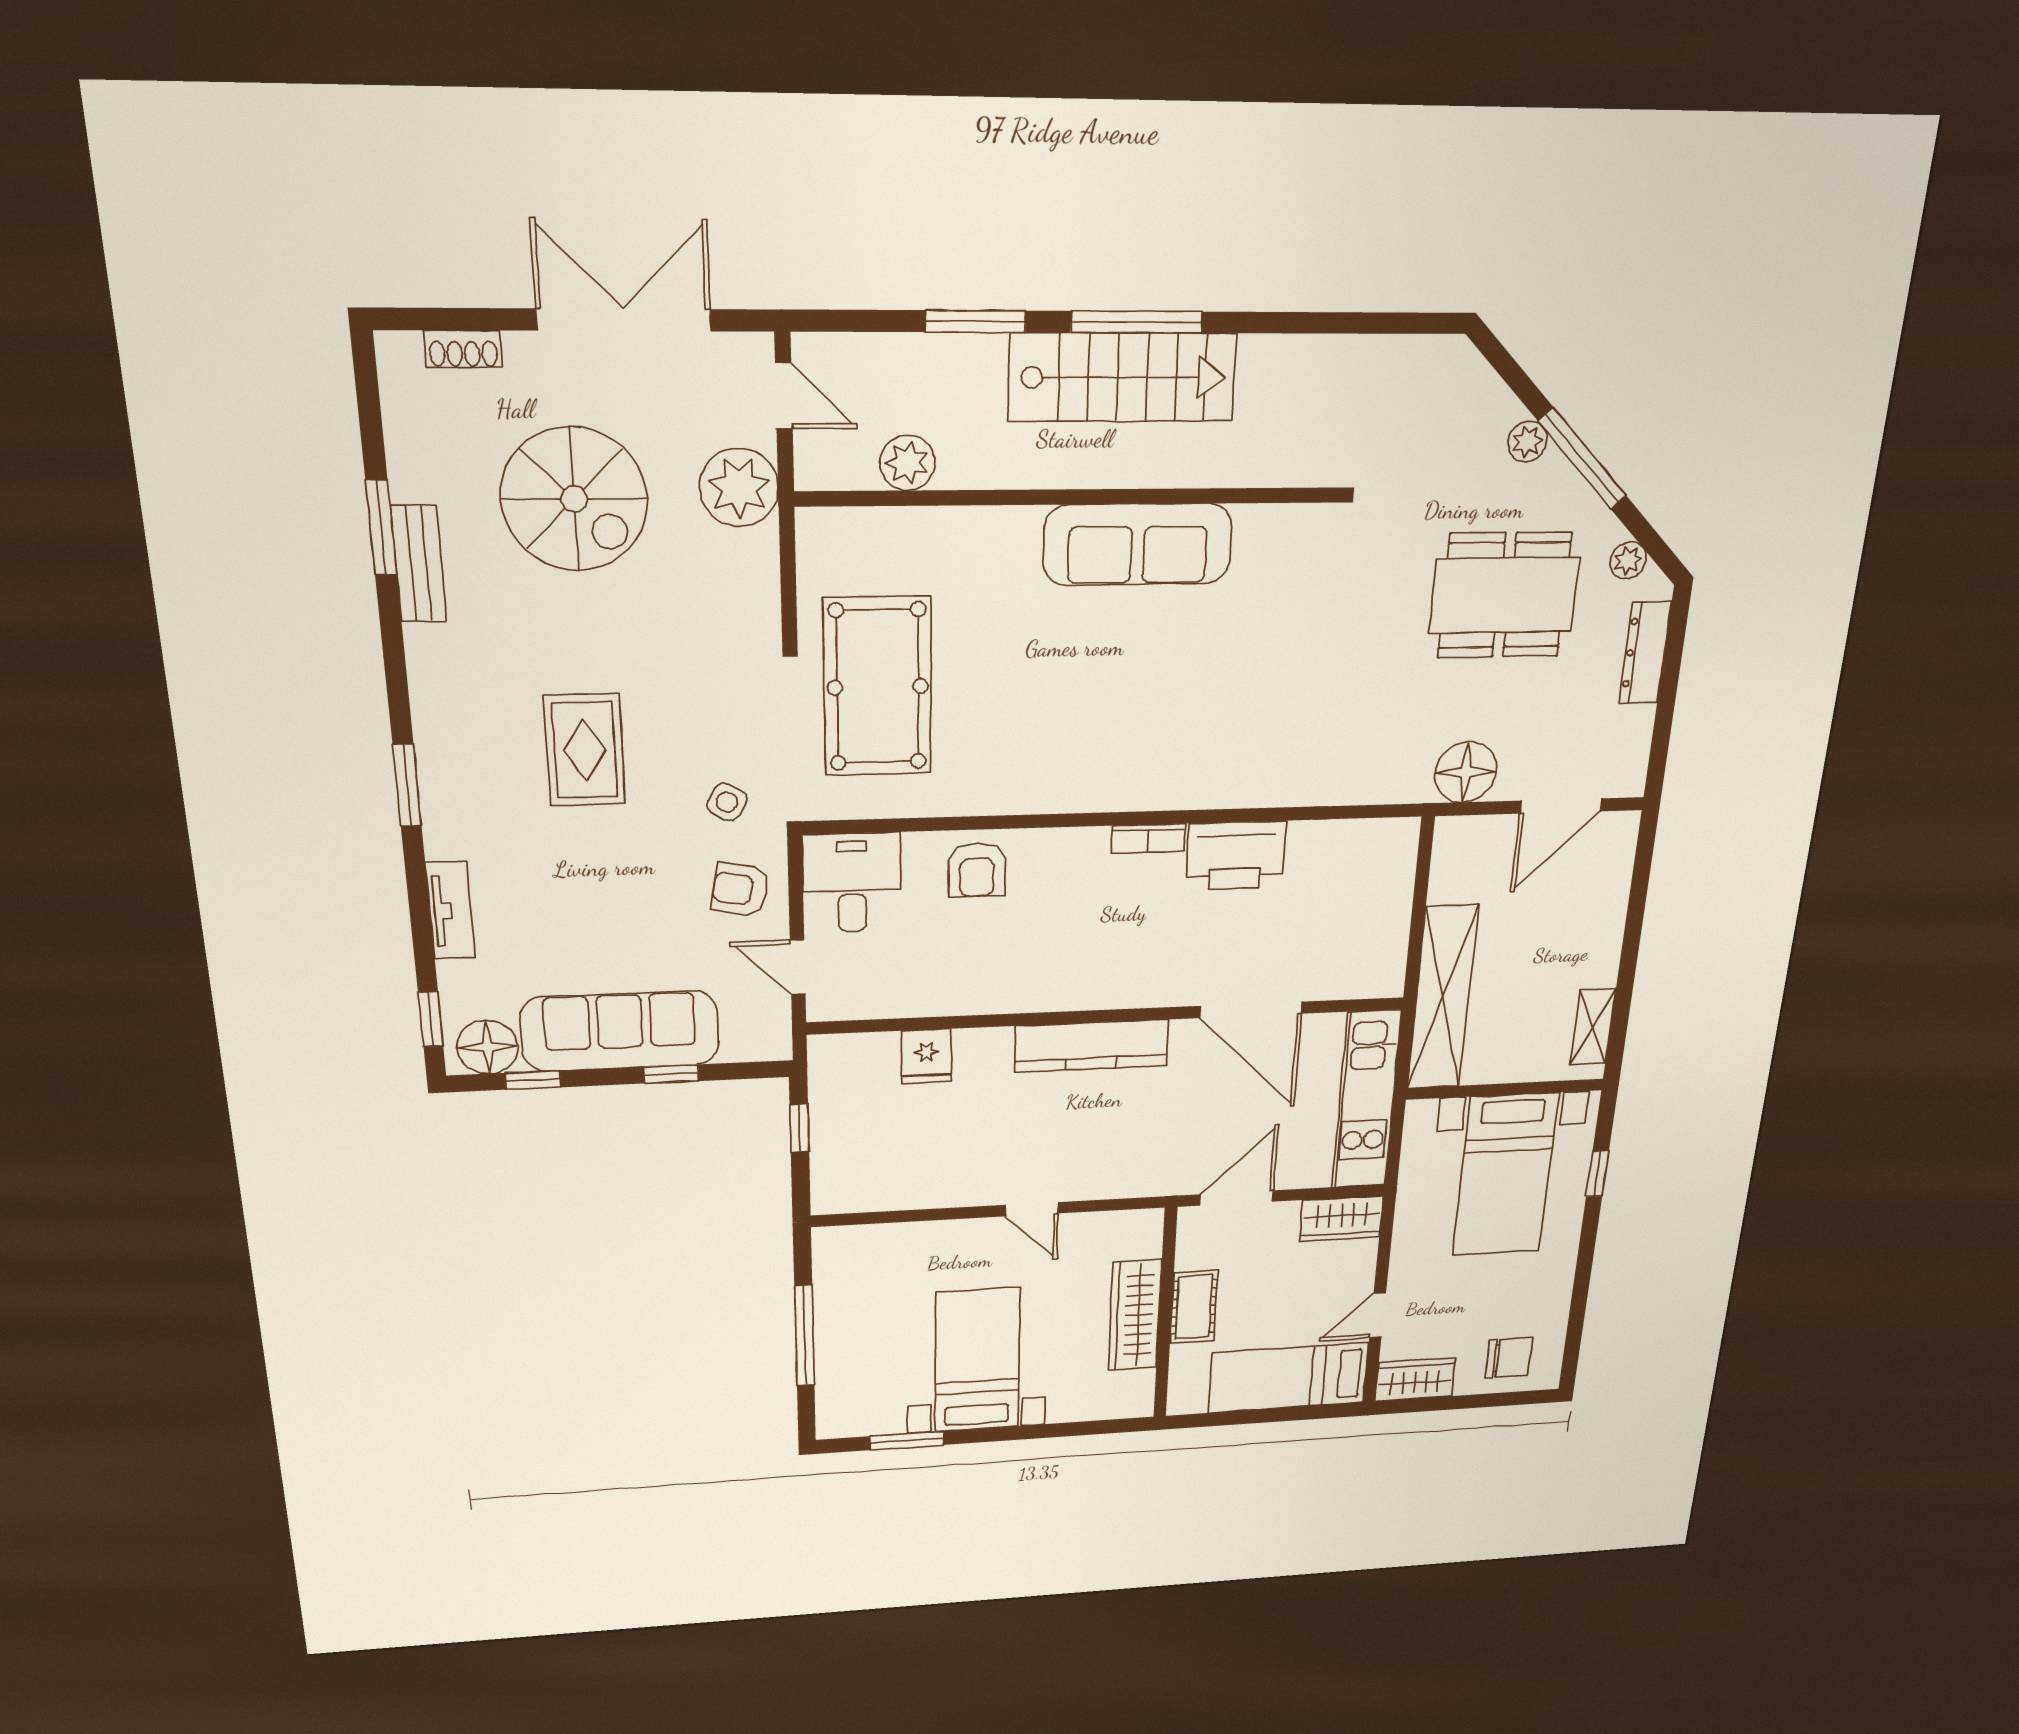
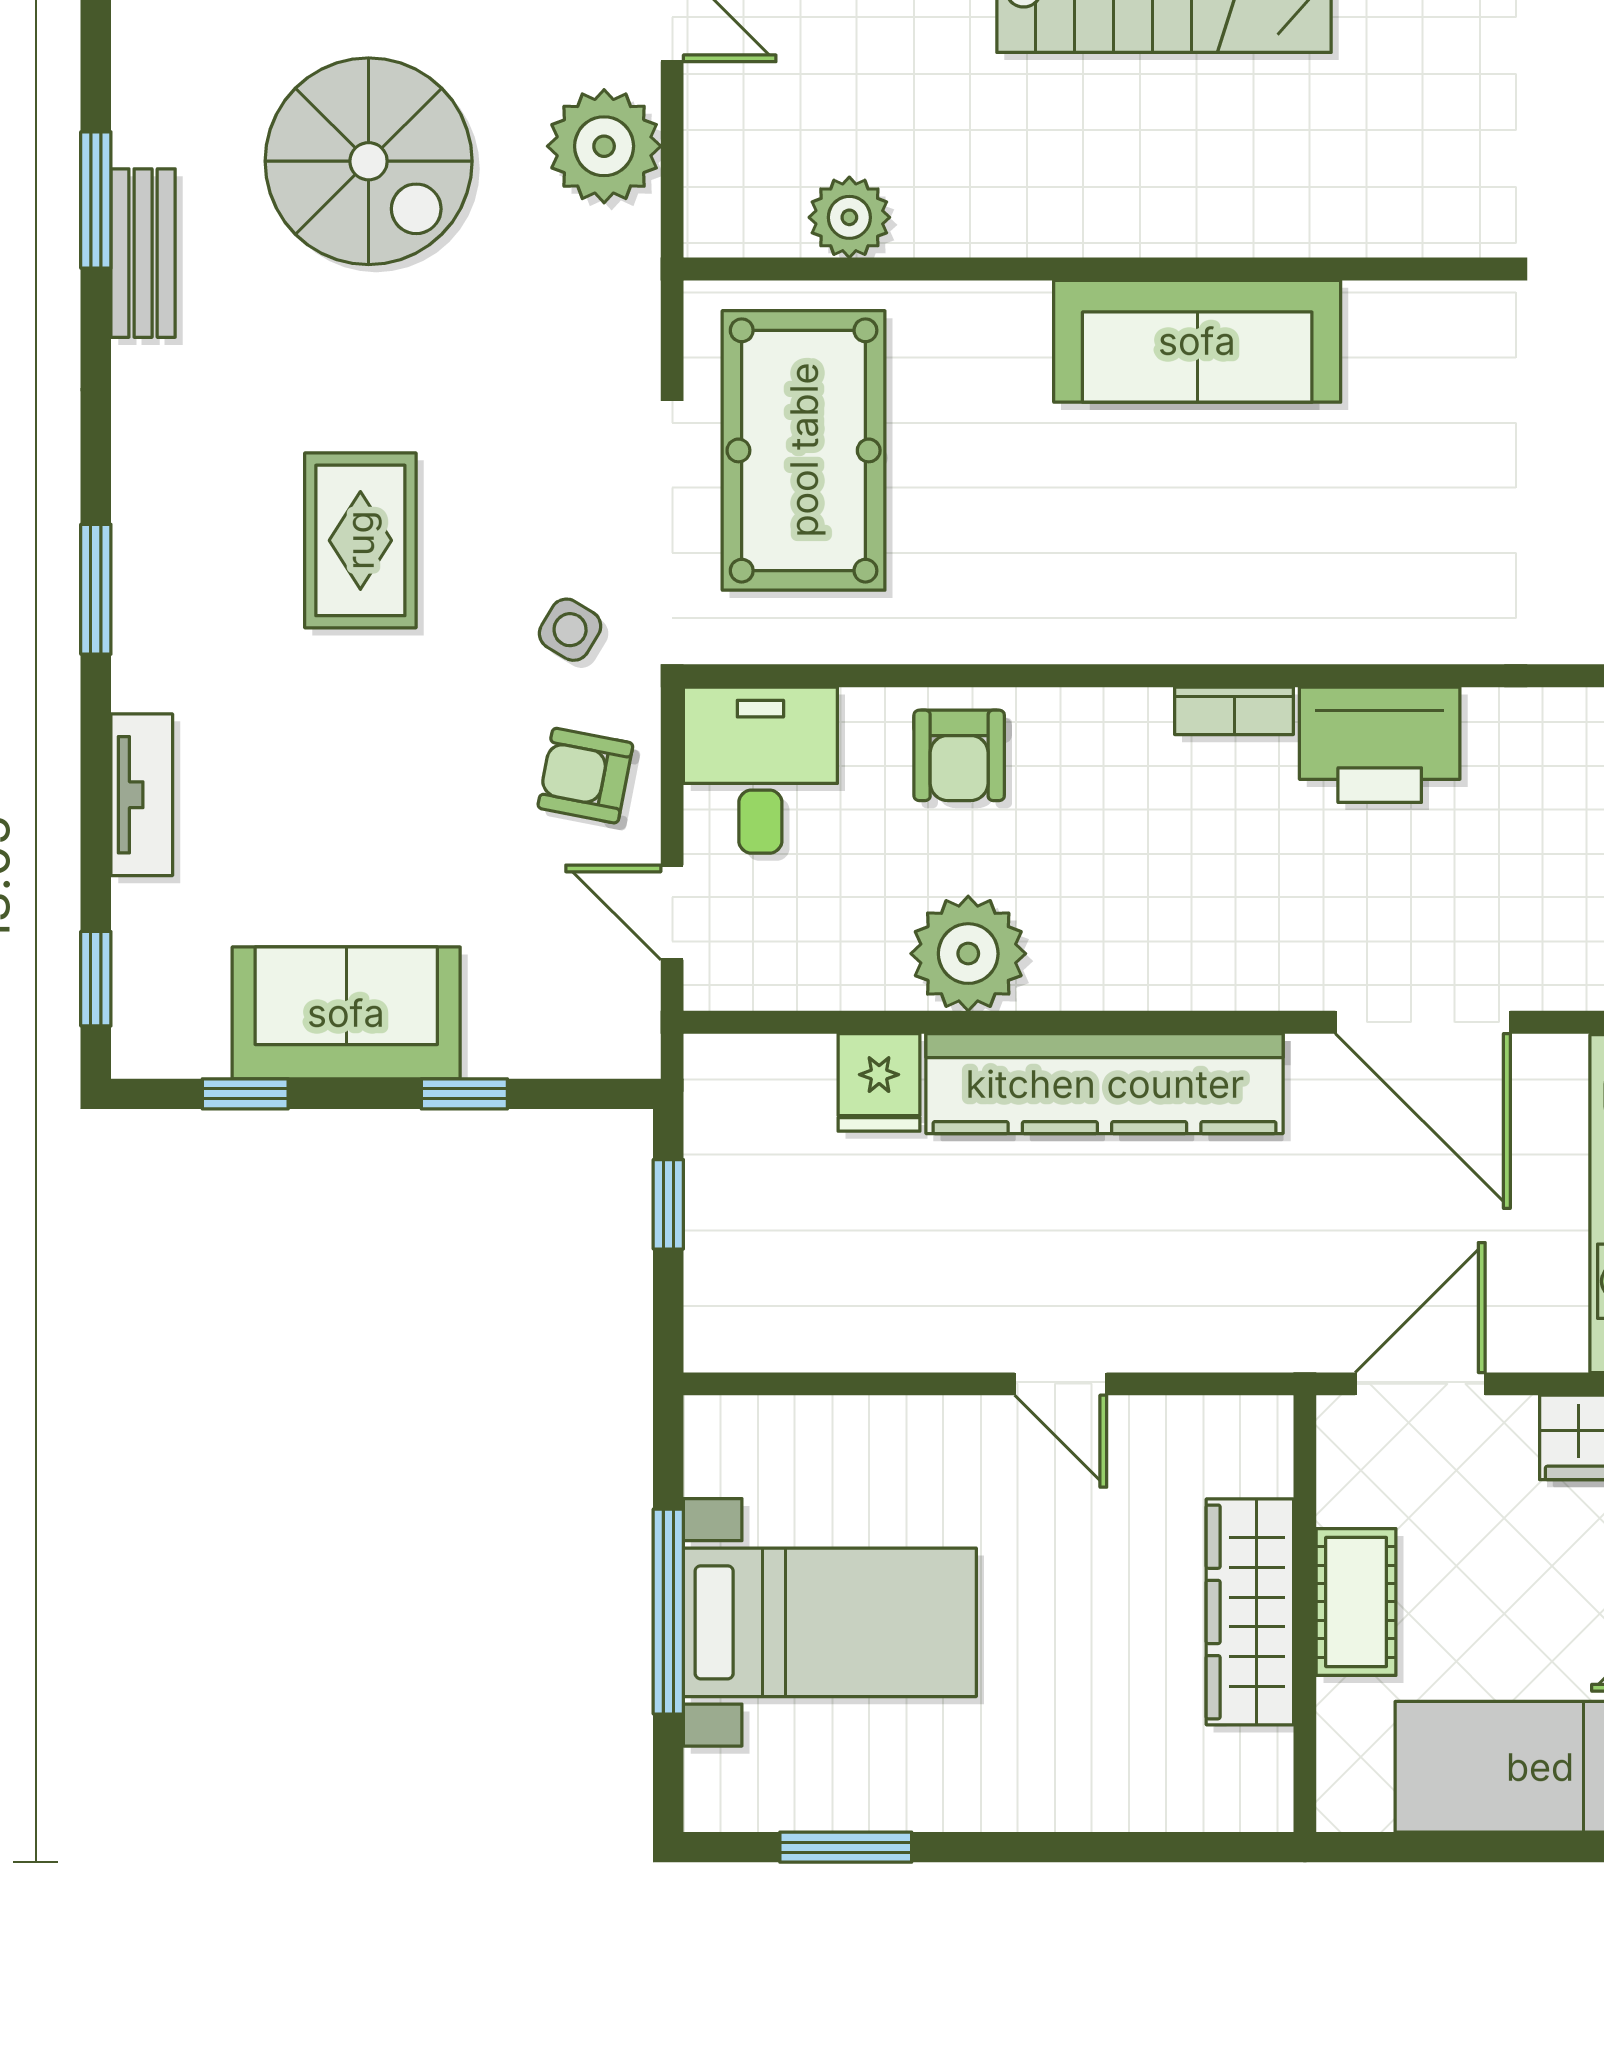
plant: (907, 463) -> (849, 217), moved
wall: (1072, 497) -> (1094, 269), moved
sofa: (1138, 544) -> (1197, 341), moved
plant: (981, 983) -> (968, 954), added
sofa: (620, 1031) -> (346, 1013), width x0.73
kitchen counter: (1092, 1046) -> (1105, 1084), width x1.39, depth x1.17
floor lamp: (487, 1047) -> (179, 1031), removed
bed with nightstands: (977, 1360) -> (830, 1622), moved, turned 90

